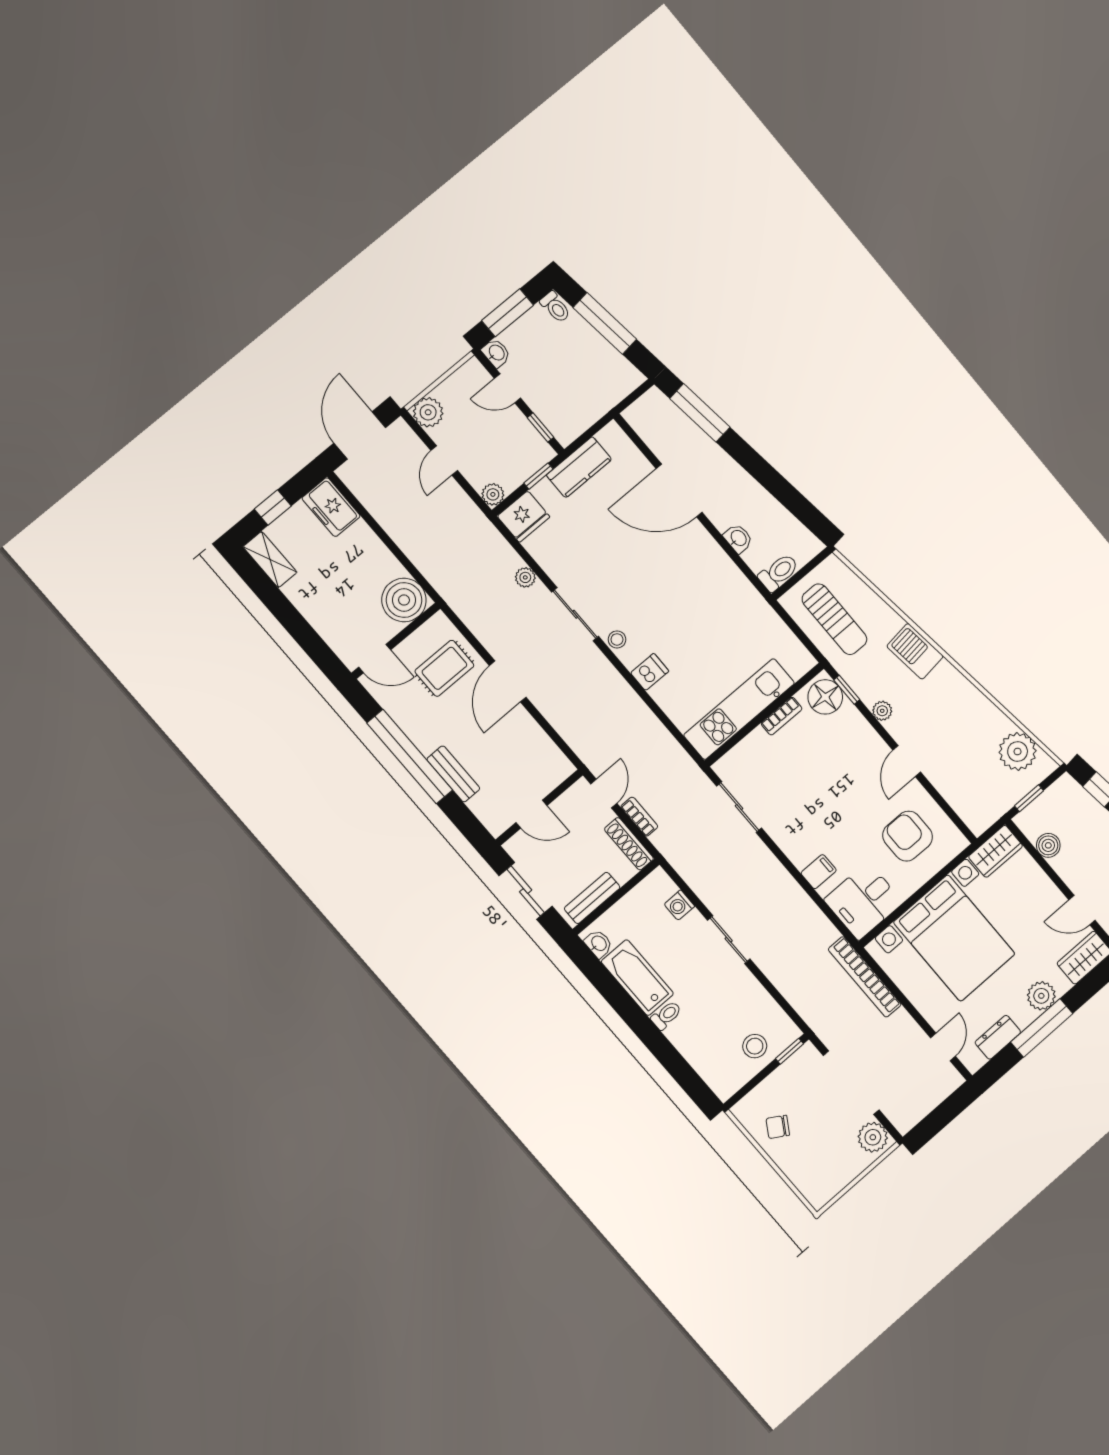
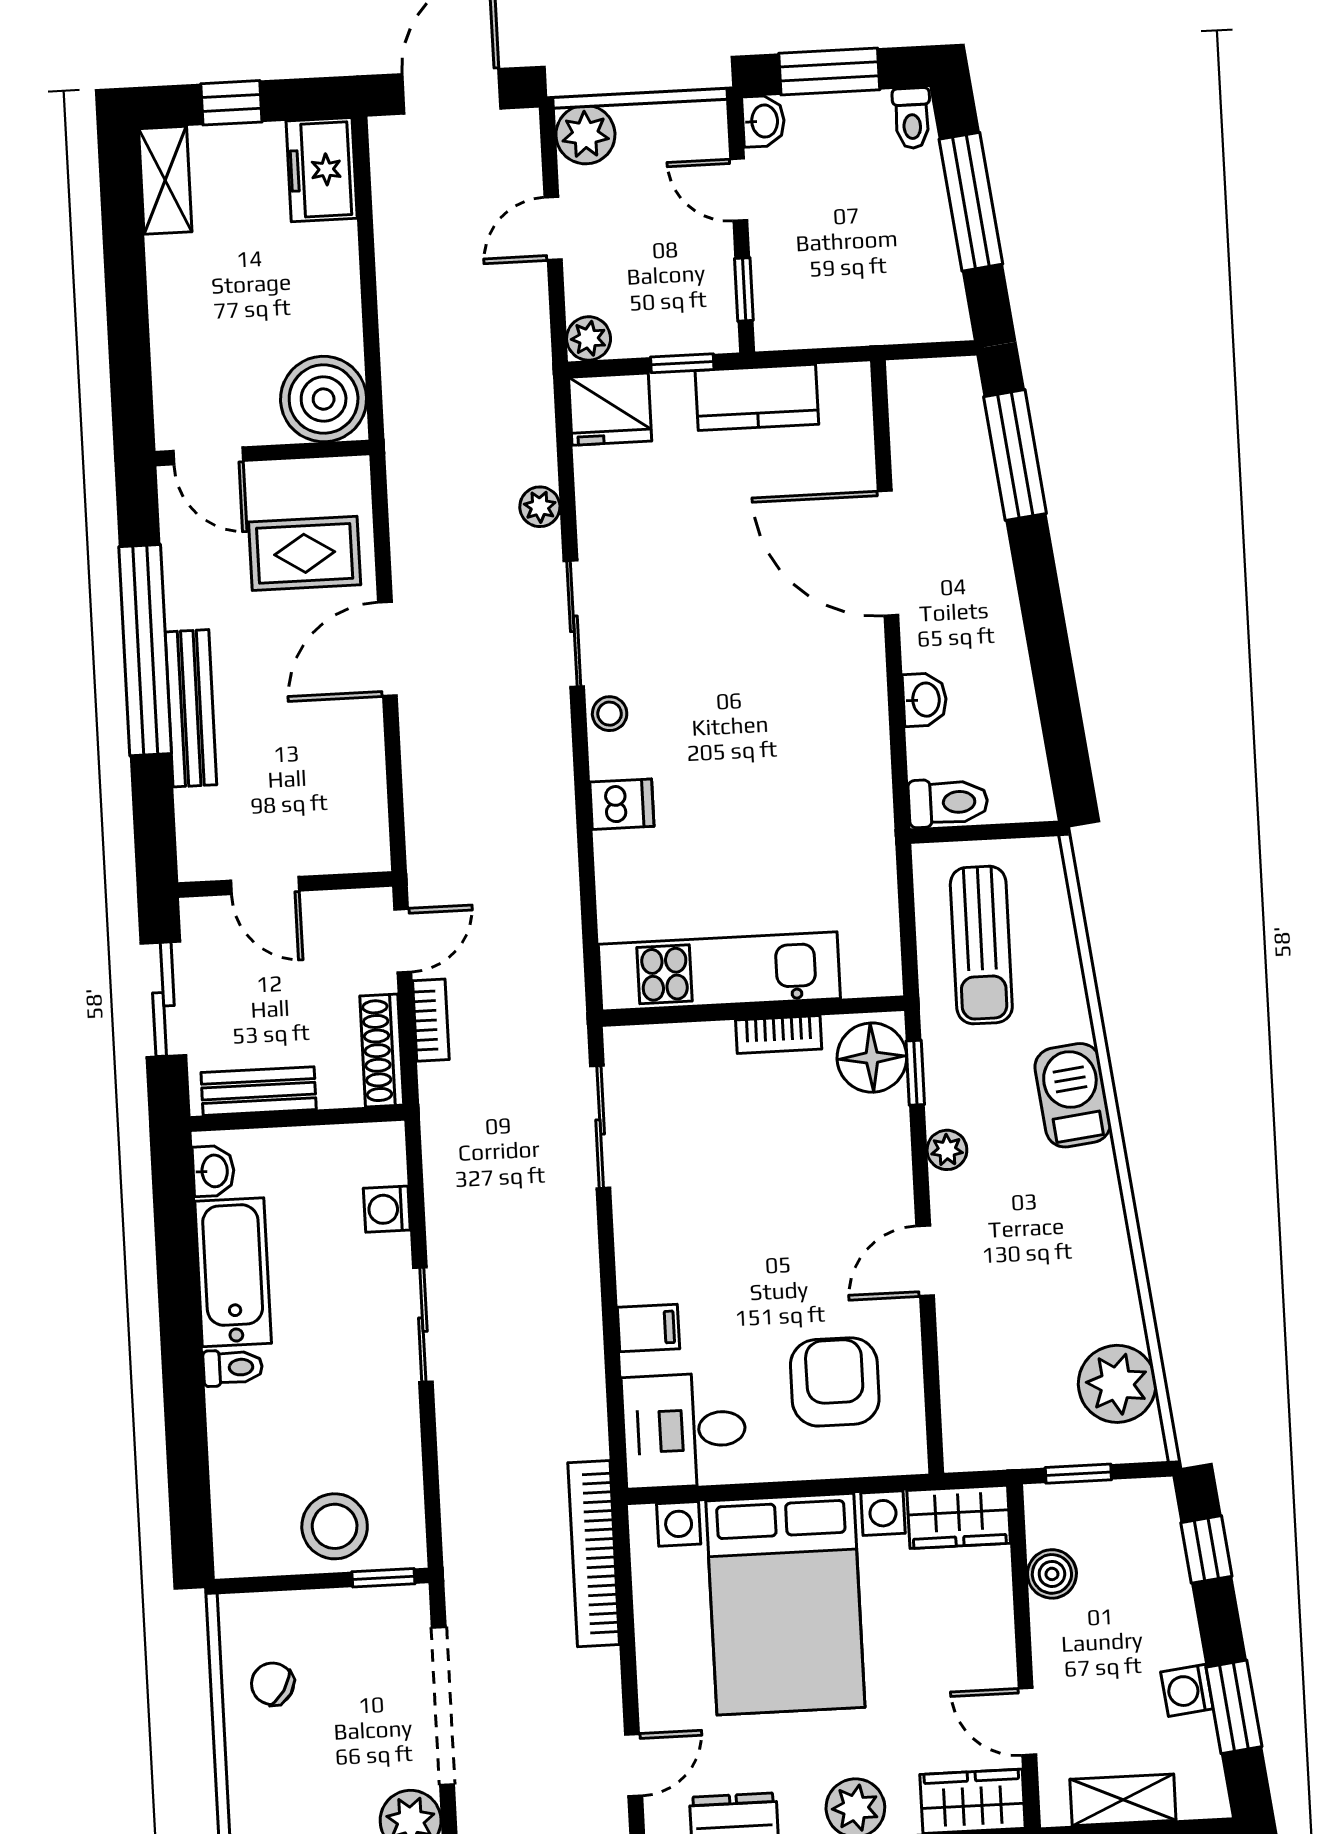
bench: (453, 774) -> (191, 708), width x1.36
stool: (755, 1046) -> (335, 1526), width x1.38, depth x1.38

